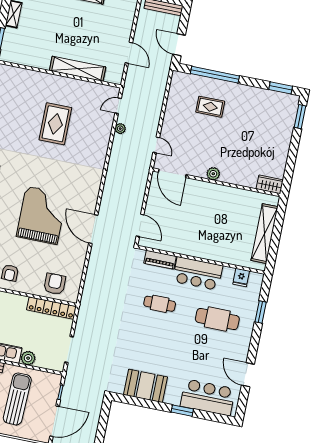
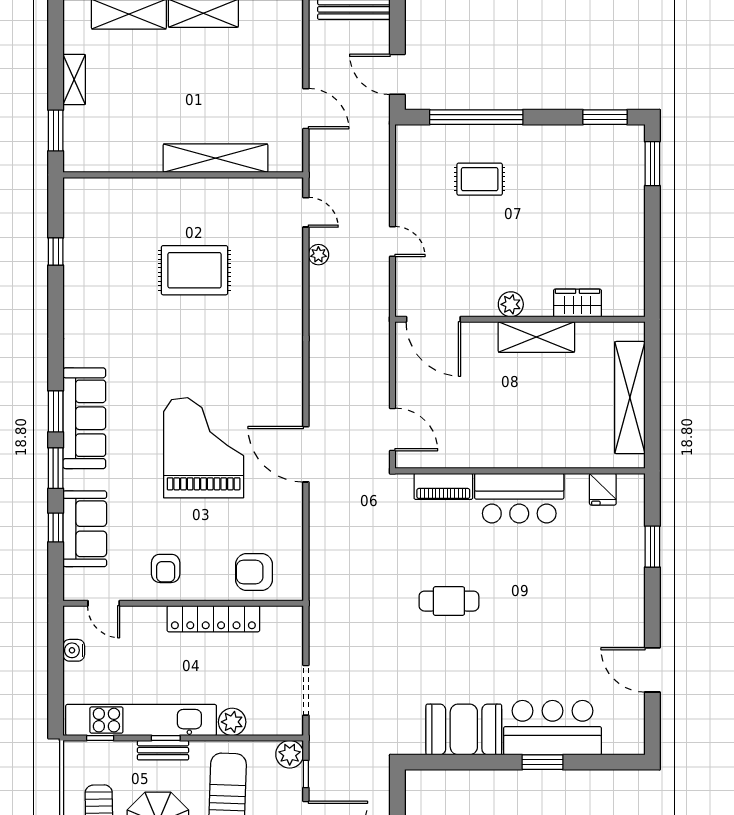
door: (118, 106) -> (306, 212), swing flipped
rug: (55, 124) -> (194, 270), turned 90
door: (156, 145) -> (393, 242), moved
wardrobe: (270, 184) -> (577, 303), moved
shelving: (223, 193) -> (536, 337), added
armchair: (55, 284) -> (254, 572), turned -90
cafe table: (160, 304) -> (449, 601), moved
locker: (52, 308) -> (213, 619), moved
cafe table: (217, 319) -> (574, 576), removed
plant: (54, 381) -> (290, 754), added
bar counter: (208, 397) -> (553, 728), moved

